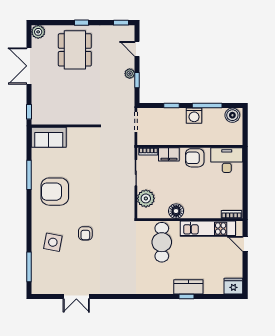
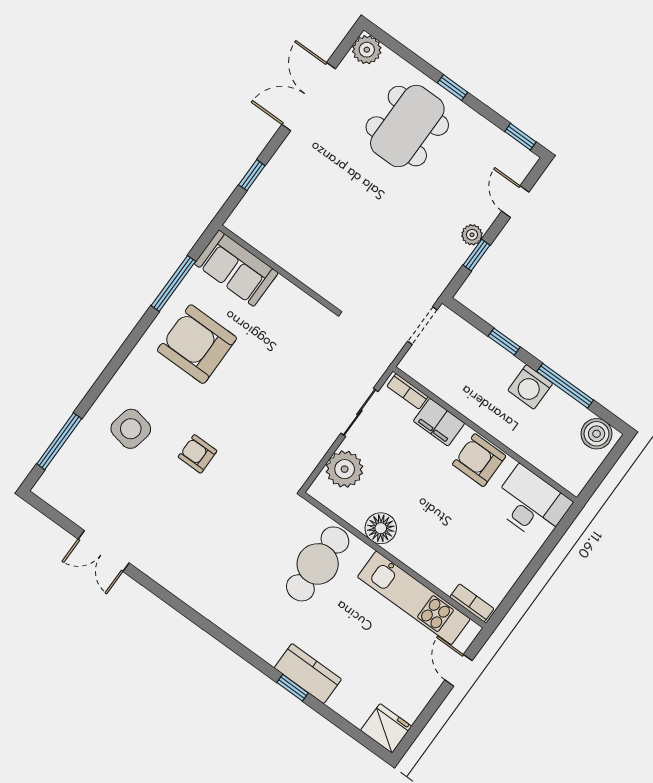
wall: (65, 126) -> (278, 269), moved
sofa: (49, 137) -> (236, 268), moved
armchair: (85, 233) -> (197, 454), turned 90

